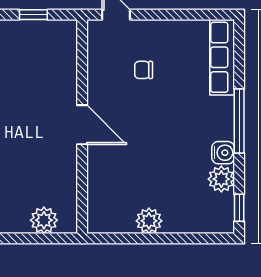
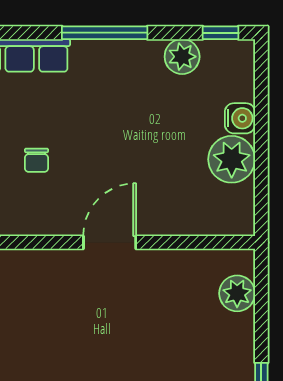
water cooler: (223, 153) -> (240, 118), moved, turned 90
plant: (149, 221) -> (232, 159), width x1.36, depth x1.36

